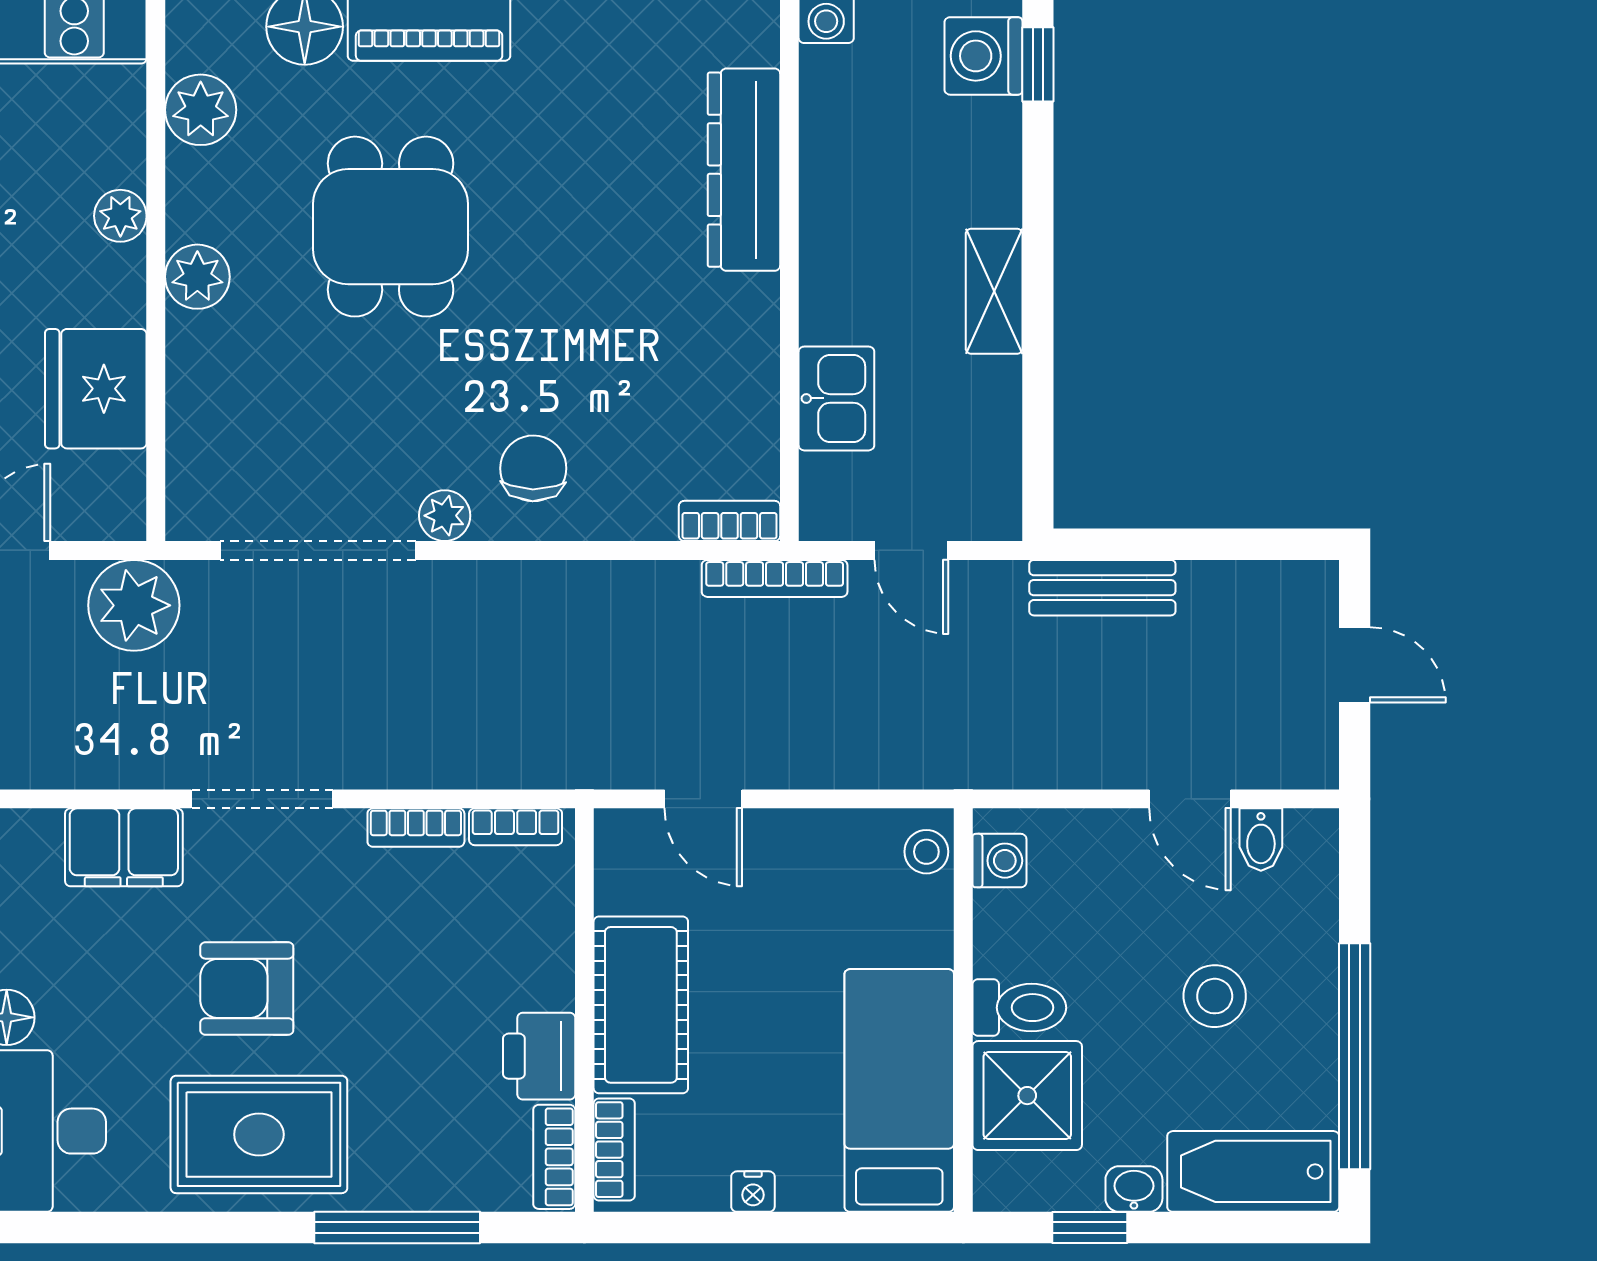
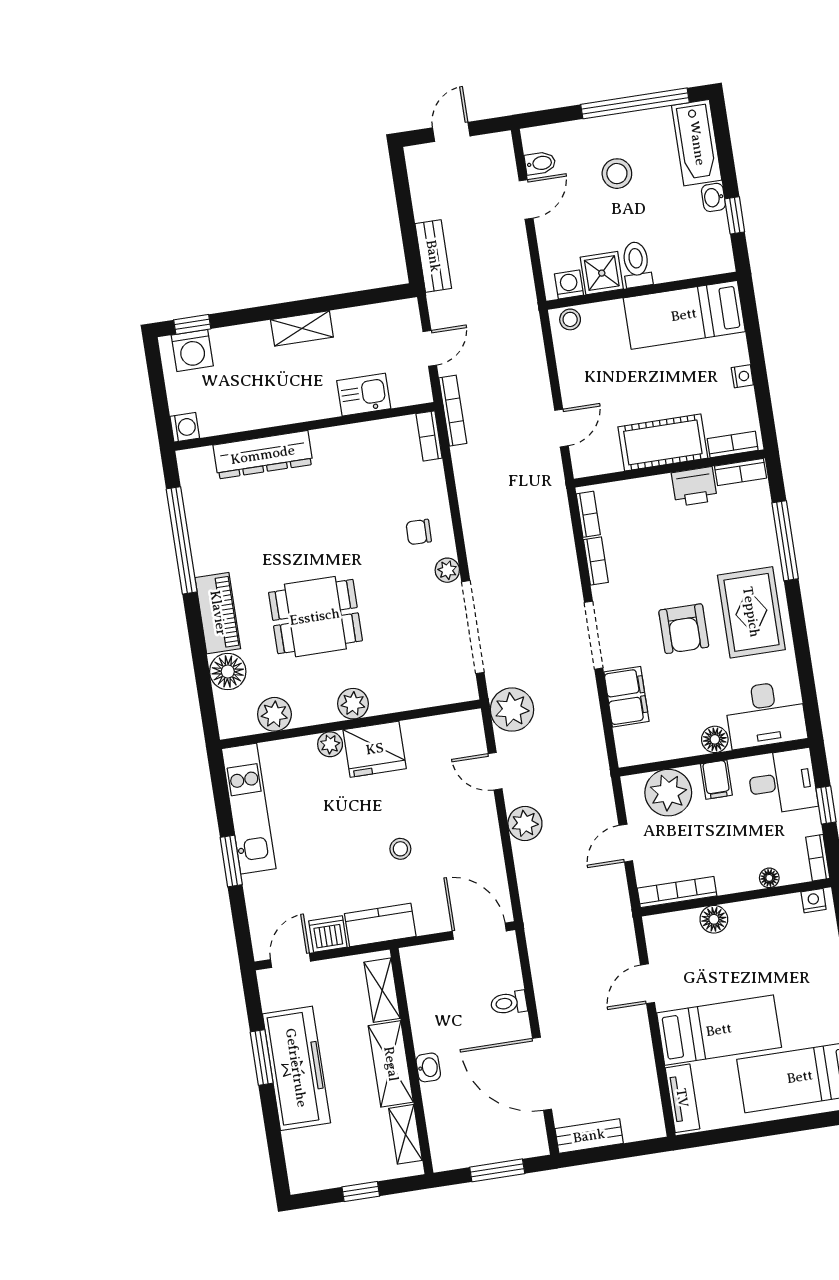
fridge: (96, 389) -> (375, 749), moved
chair: (533, 468) -> (419, 532), width x0.73, depth x0.73
shower: (1027, 1096) -> (602, 273), moved, width x0.73, depth x0.73

